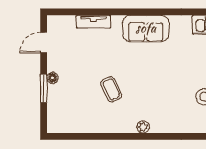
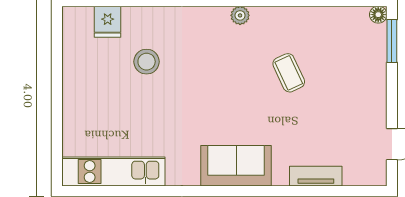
floor lamp: (53, 78) -> (378, 15), moved
window: (44, 88) -> (392, 41), moved

